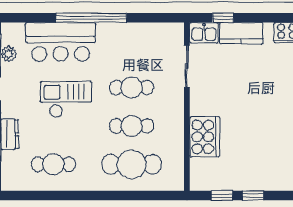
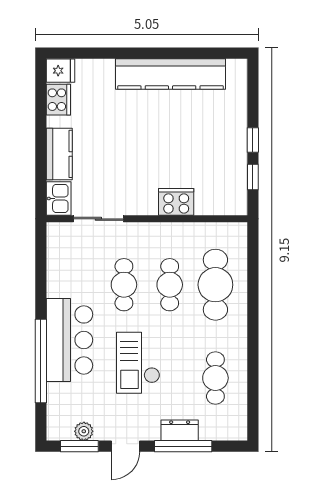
window: (91, 18) -> (41, 361), moved
window: (223, 18) -> (41, 176), removed
bar counter: (61, 42) -> (69, 340), moved
cooker: (205, 137) -> (176, 202), width x0.73, depth x0.76

